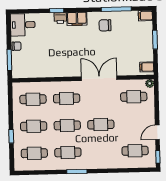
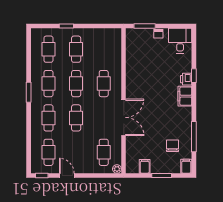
chair: (105, 25) -> (172, 146), moved
filing cabinet: (147, 67) -> (145, 166), moved
cafe table: (33, 99) -> (48, 118), moved

